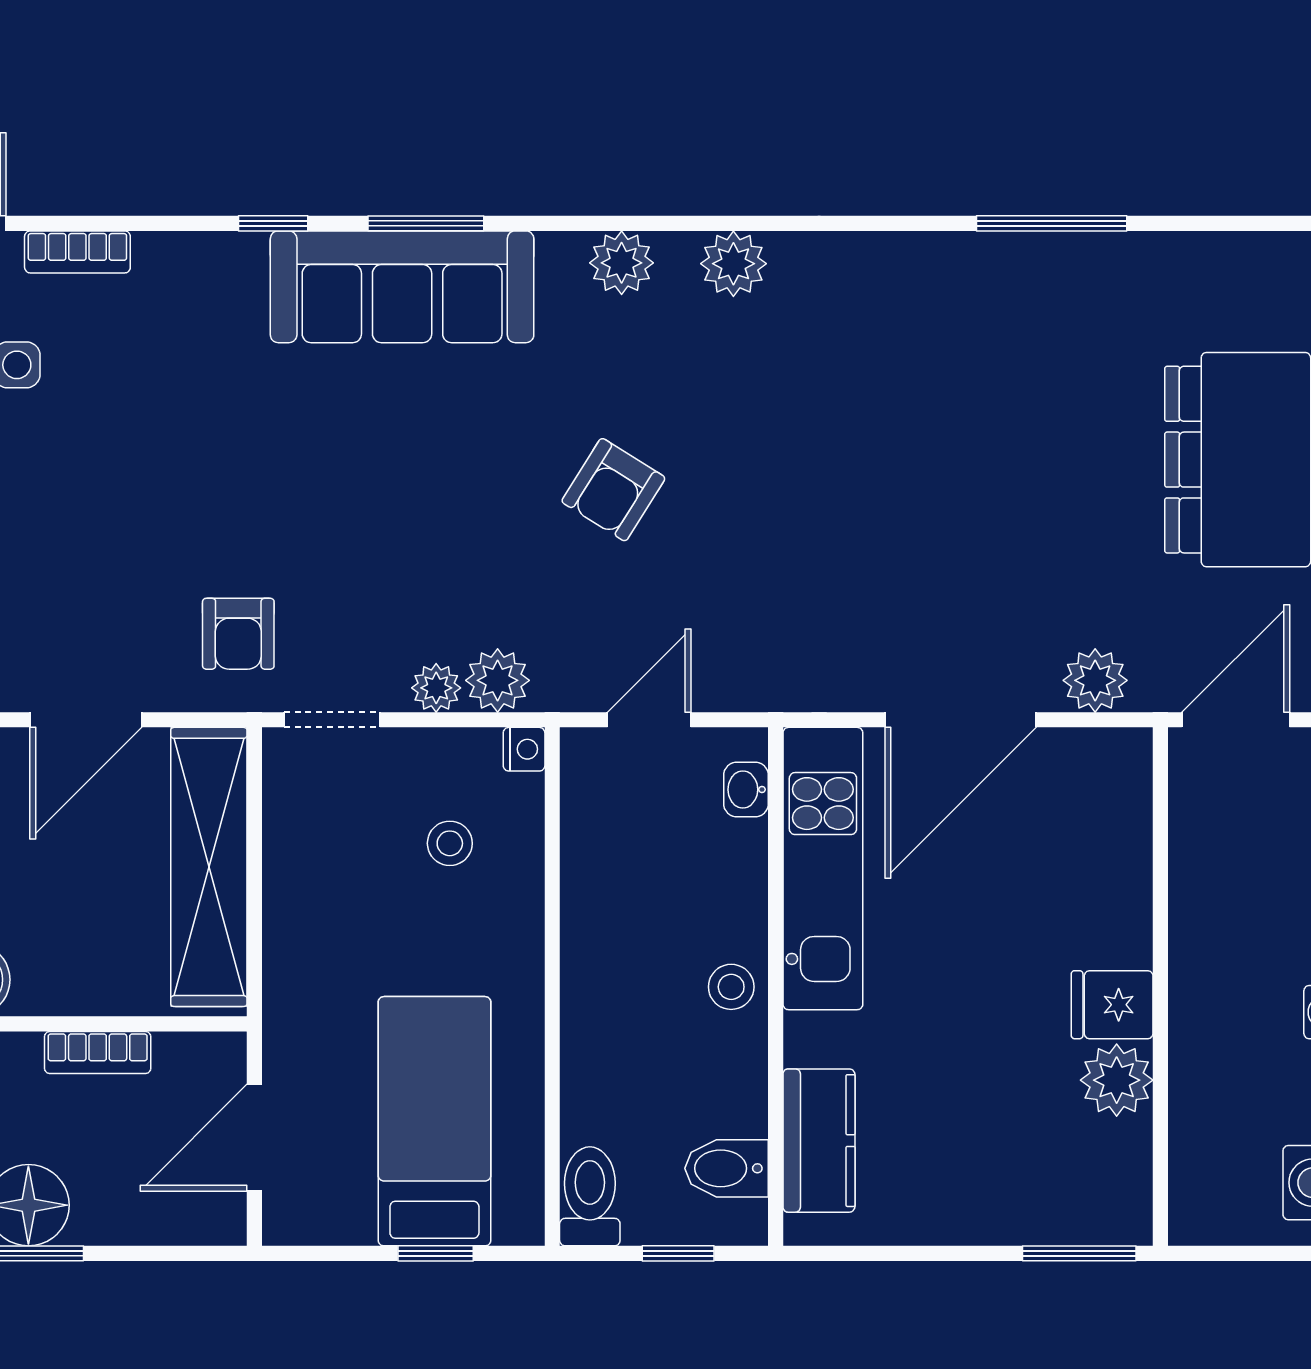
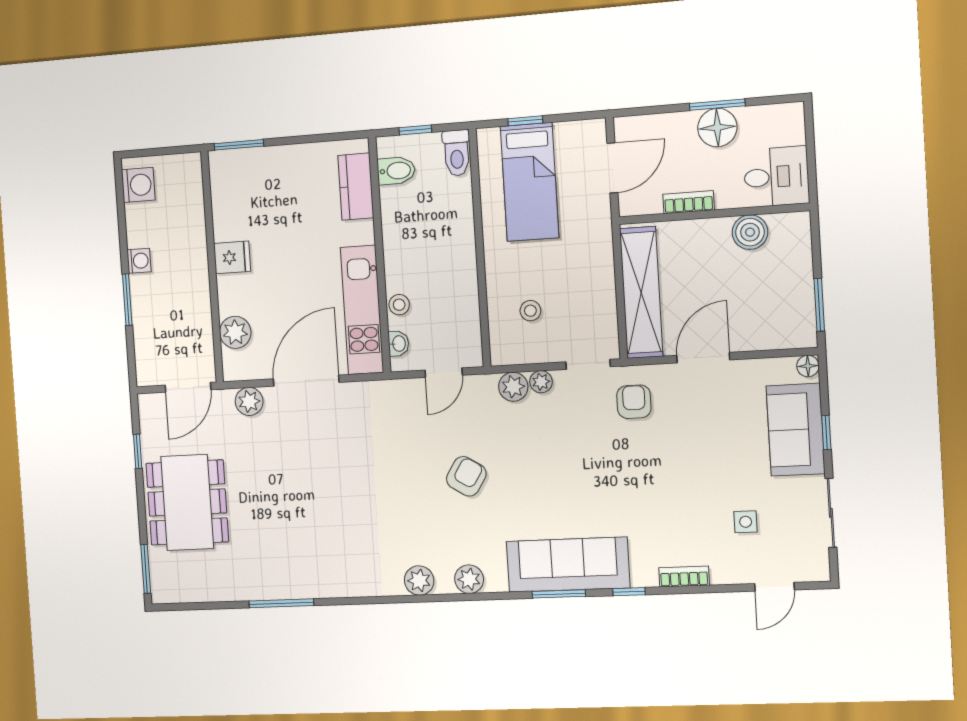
bookcase: (77, 252) -> (684, 577), moved
nightstand: (524, 749) -> (499, 356), removed
stool: (731, 987) -> (399, 305), moved
plant: (1117, 1080) -> (235, 332), moved

